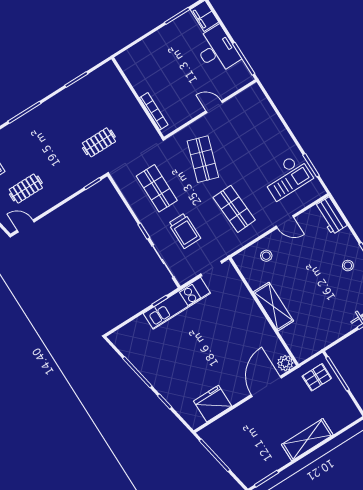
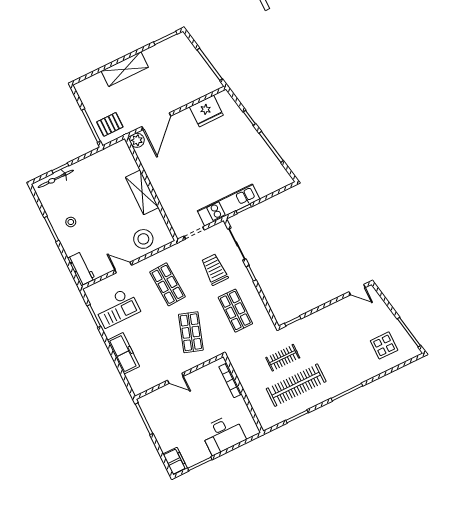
desk: (217, 50) -> (223, 434), moved, turned -90
freezer: (274, 128) -> (124, 353), added
checkout: (287, 177) -> (117, 308), turned 180
clothes rail: (26, 189) -> (296, 385), moved, width x1.86, depth x1.31
stool: (266, 256) -> (143, 239), width x1.89, depth x1.89

